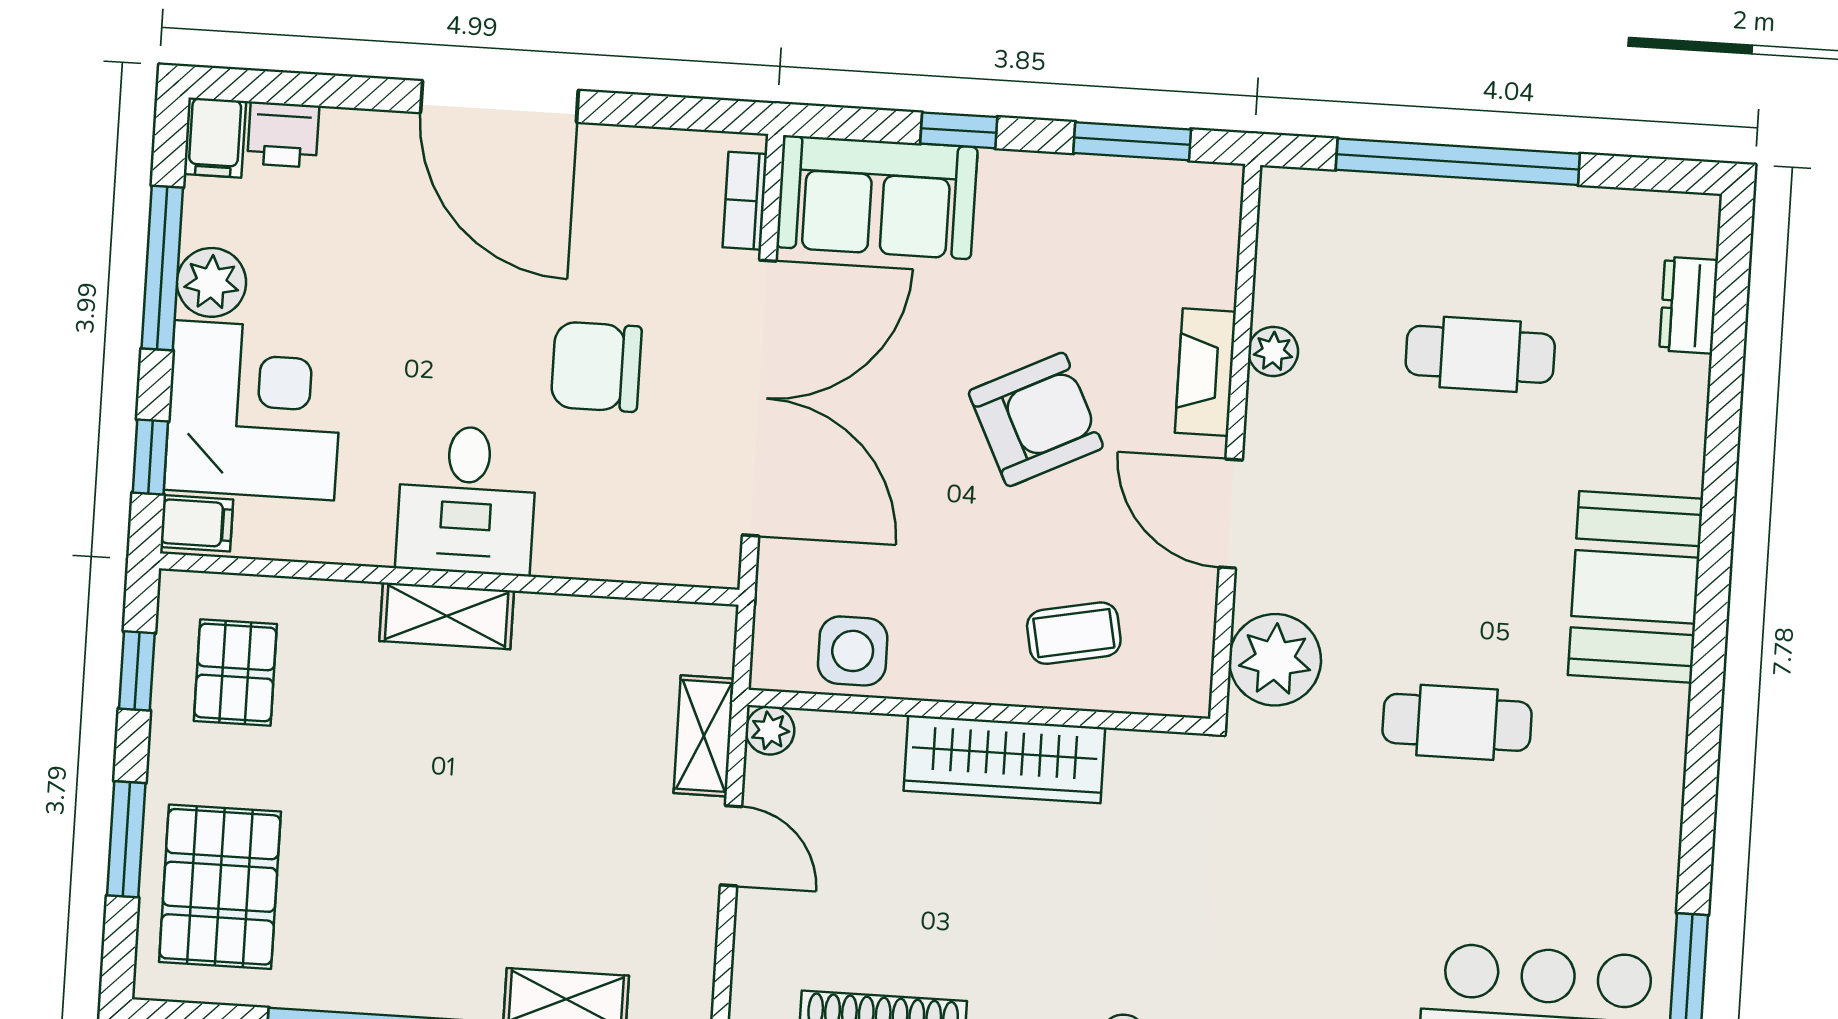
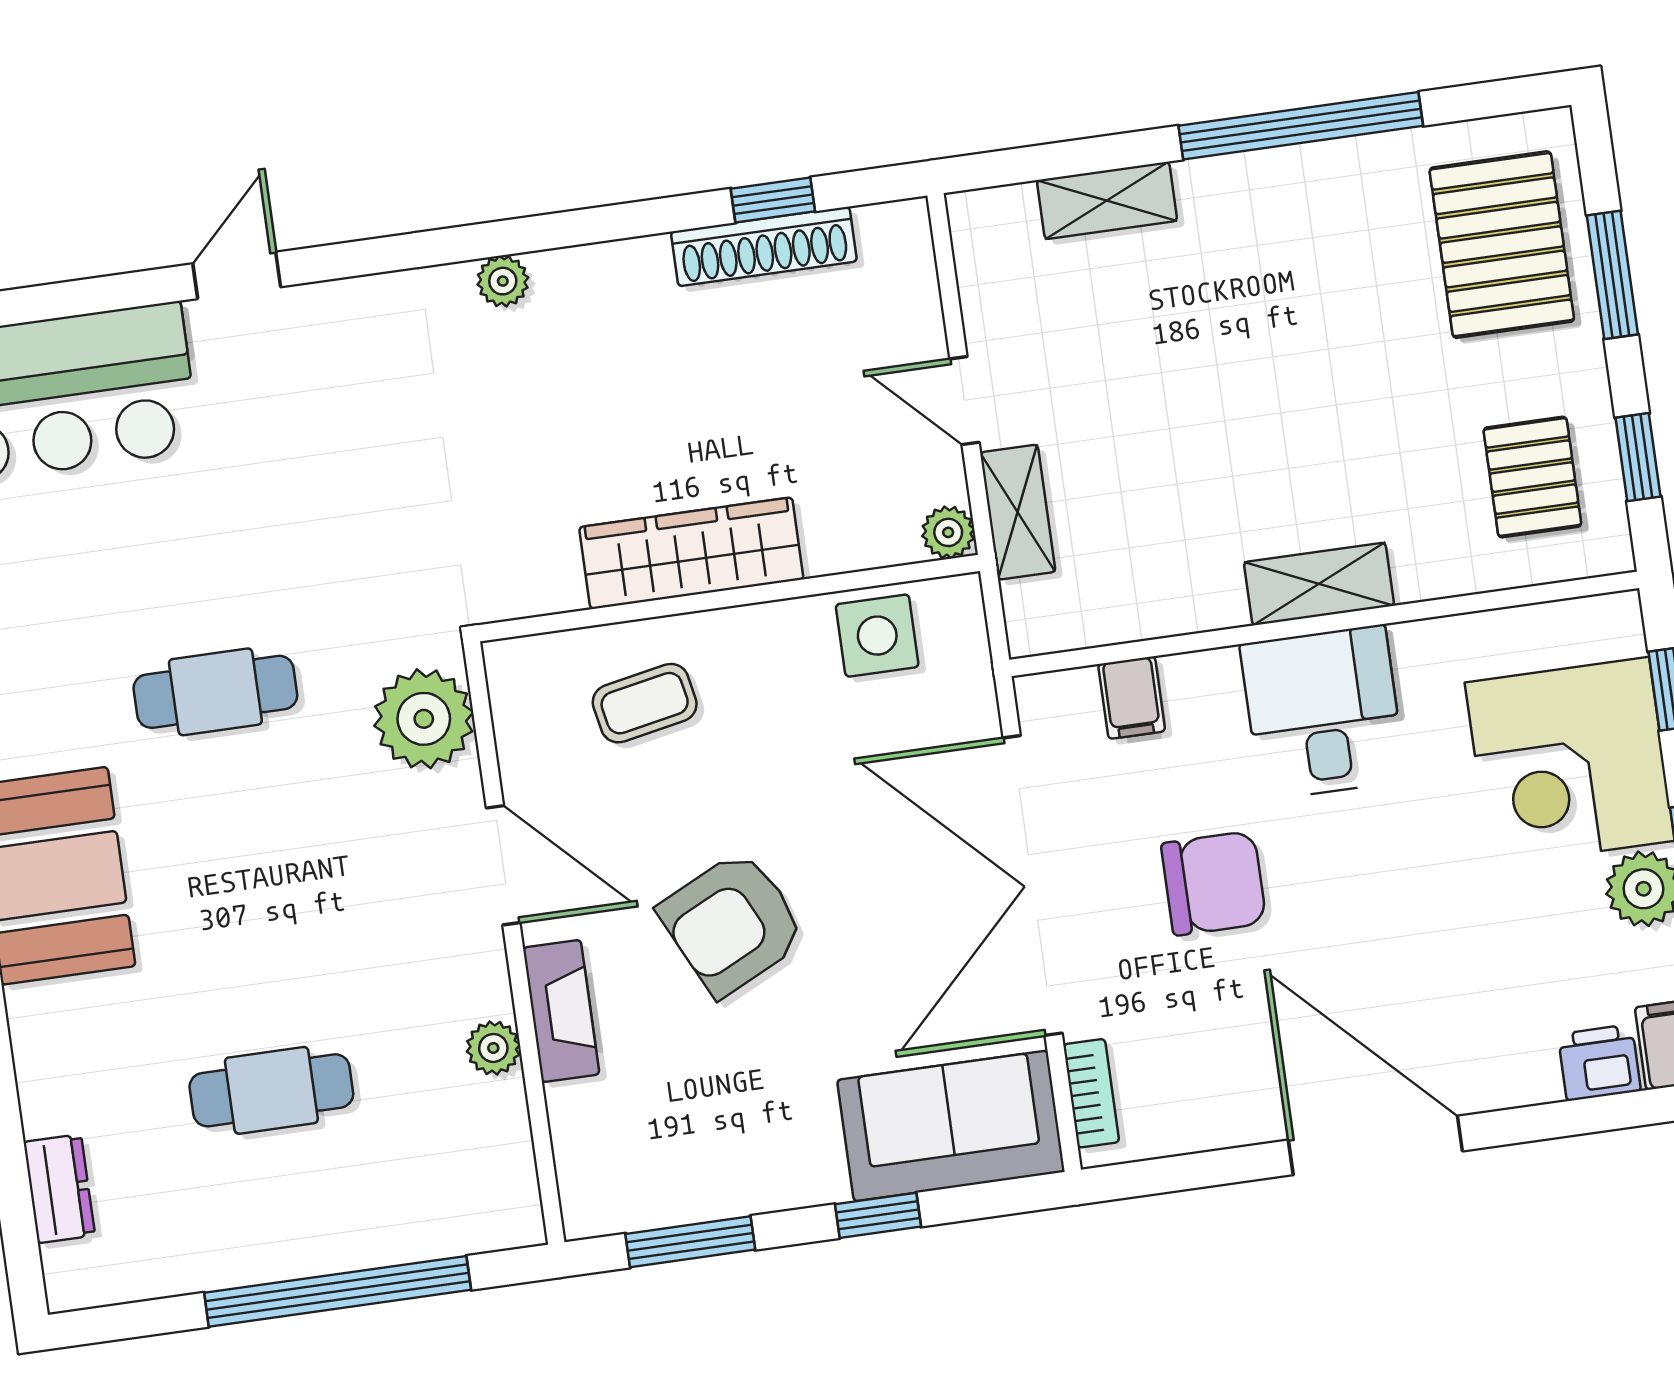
filing cabinet: (197, 523) -> (1132, 698), moved, turned -90

